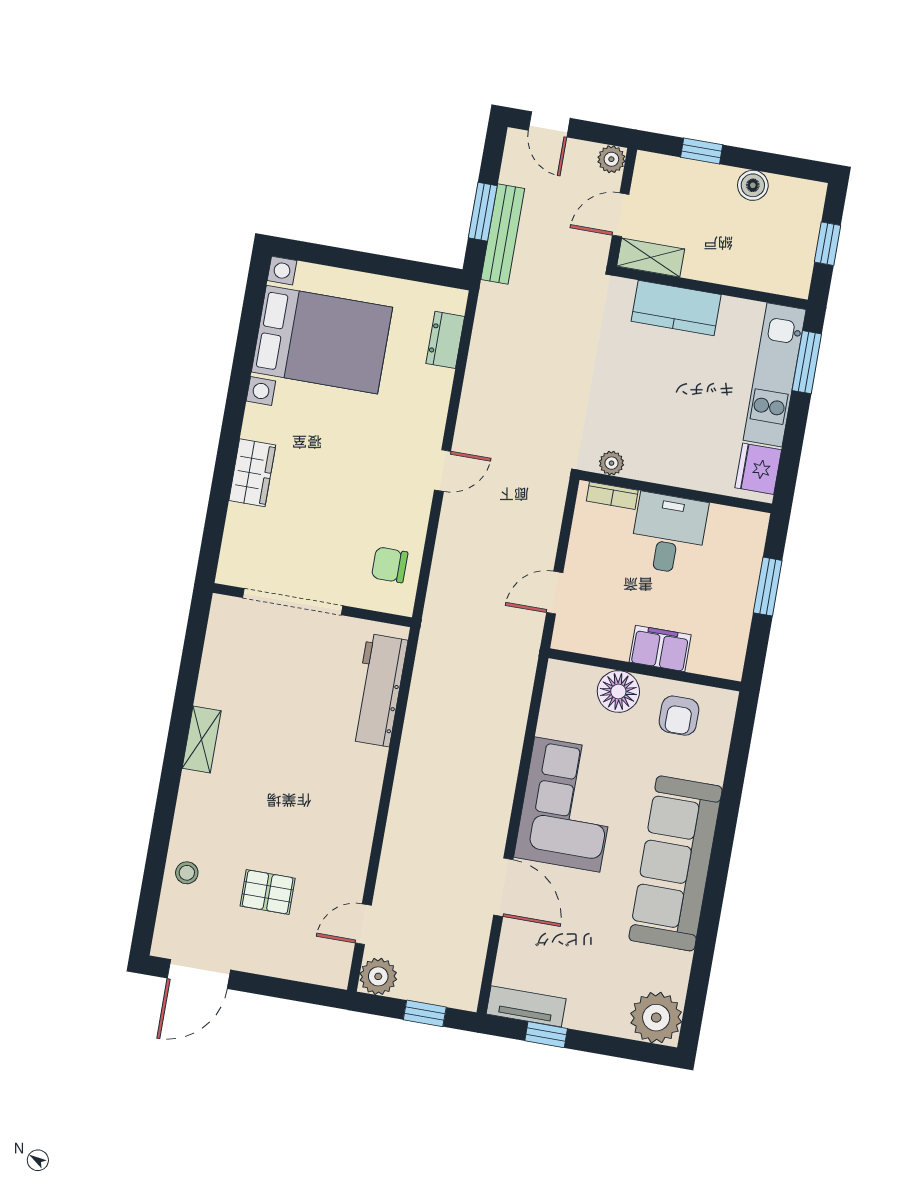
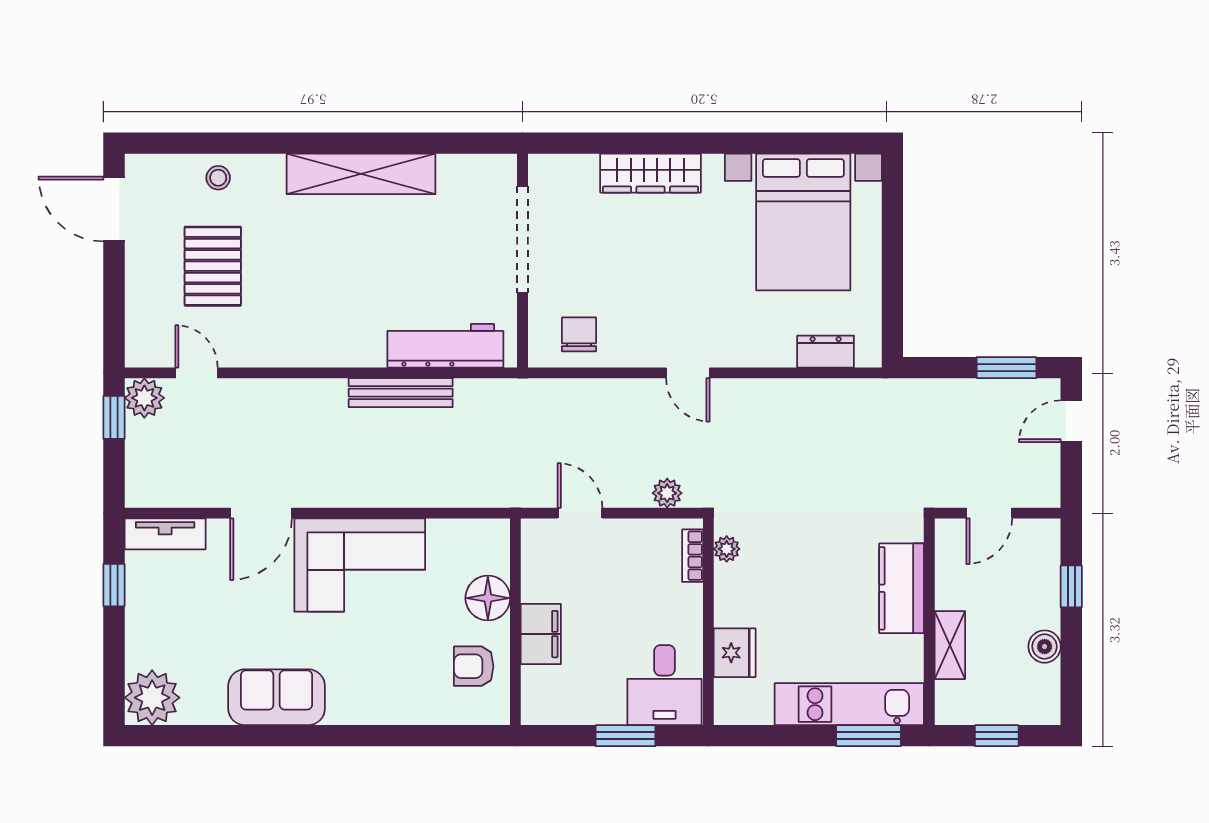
plant: (611, 159) -> (667, 493), moved
window: (483, 212) -> (1007, 368), moved
door: (621, 215) -> (989, 513), swing flipped
bench: (503, 234) -> (401, 393), moved
shelving: (651, 258) -> (950, 645), moved
fridge: (758, 469) -> (735, 653), moved, turned 90
wardrobe: (252, 473) -> (651, 173), width x1.50
desk: (669, 534) -> (664, 685), moved, turned 90
shelving: (202, 740) -> (361, 174), width x2.20, depth x1.33
sofa: (676, 863) -> (277, 697), width x0.54, depth x0.79
pallet: (268, 892) -> (213, 266), width x1.50, depth x1.42
tv unit: (526, 1006) -> (165, 534), moved, turned 90
window: (425, 1013) -> (114, 417), moved

